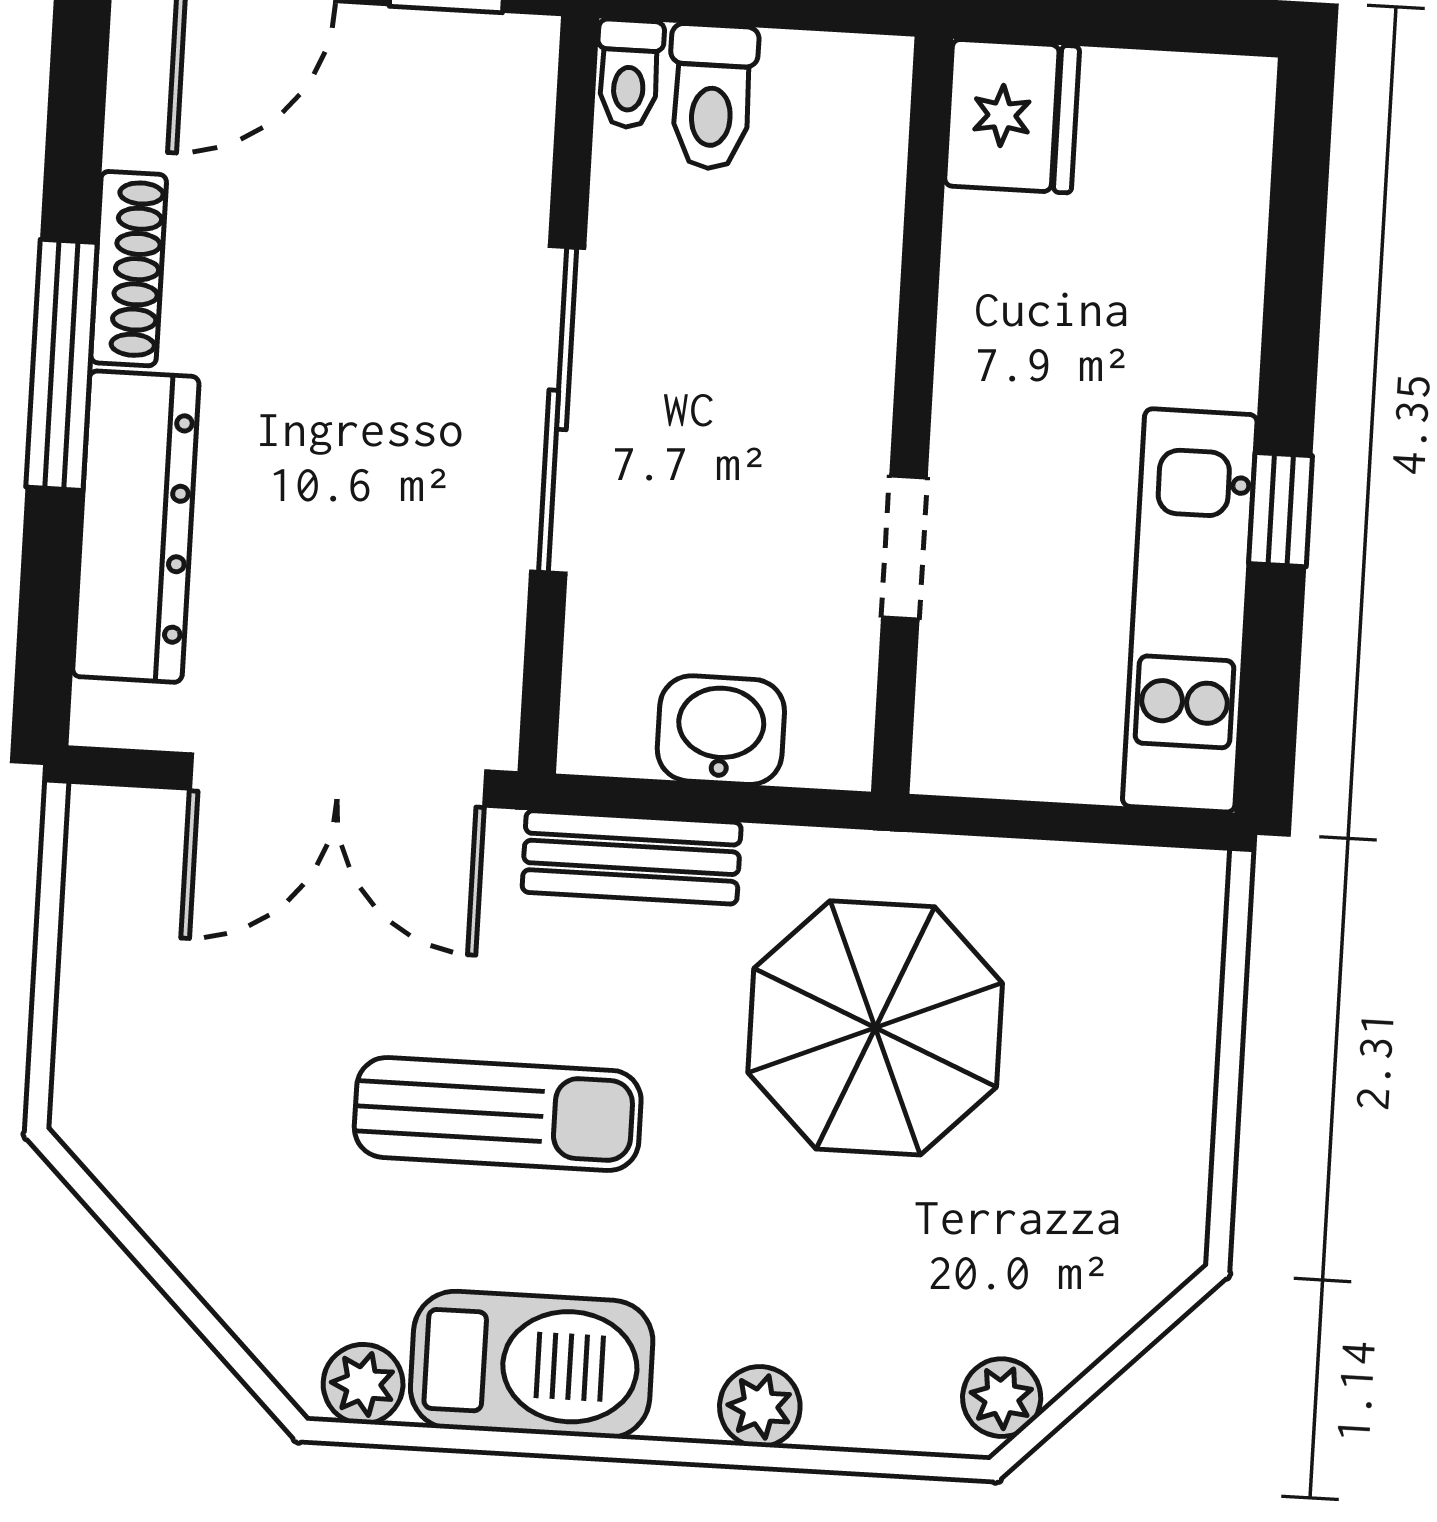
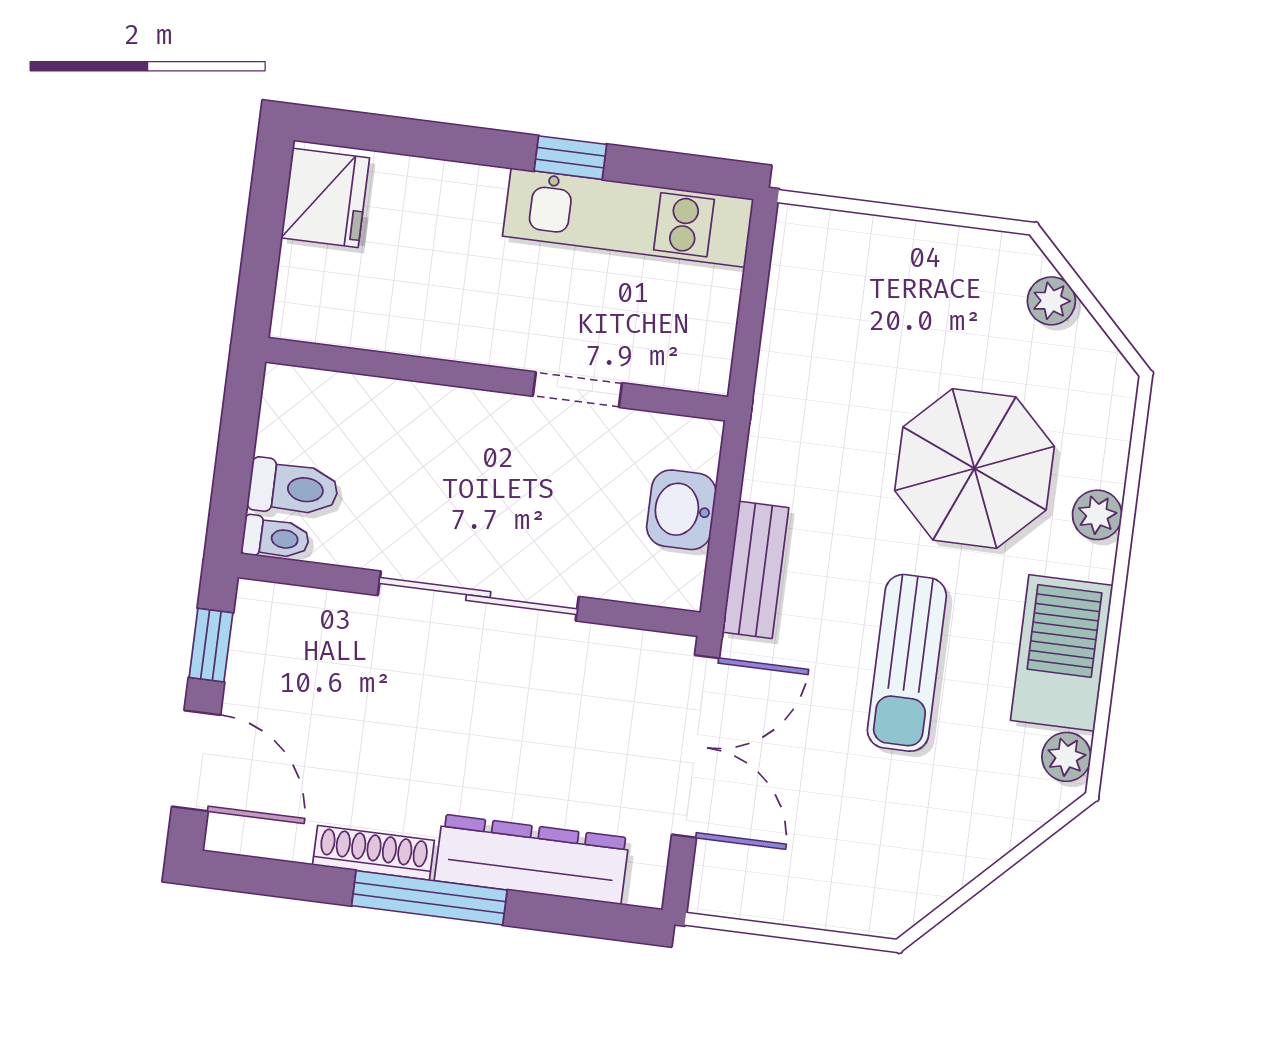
fridge: (1012, 116) -> (325, 198), moved, turned 90
parasol: (875, 1028) -> (974, 469), moved
sun lounger: (498, 1114) -> (907, 663), turned 180
plant: (1002, 1398) -> (1051, 301), moved

